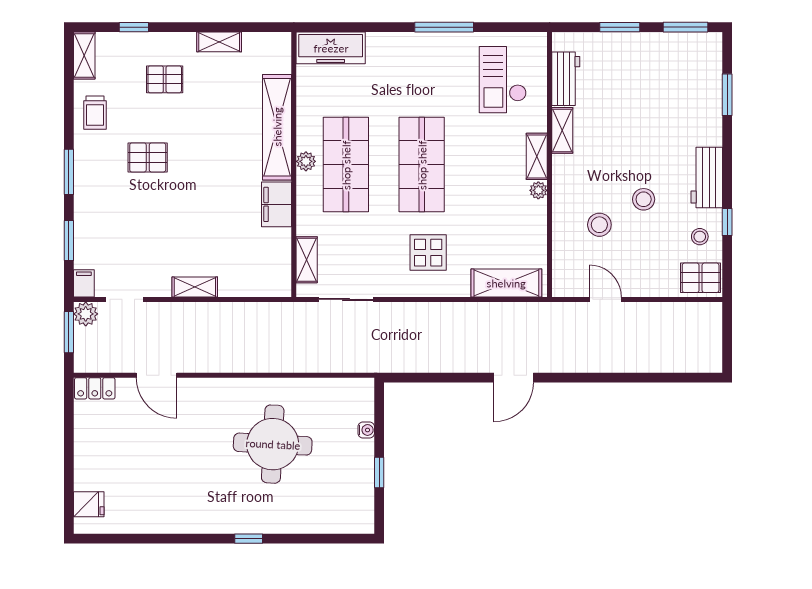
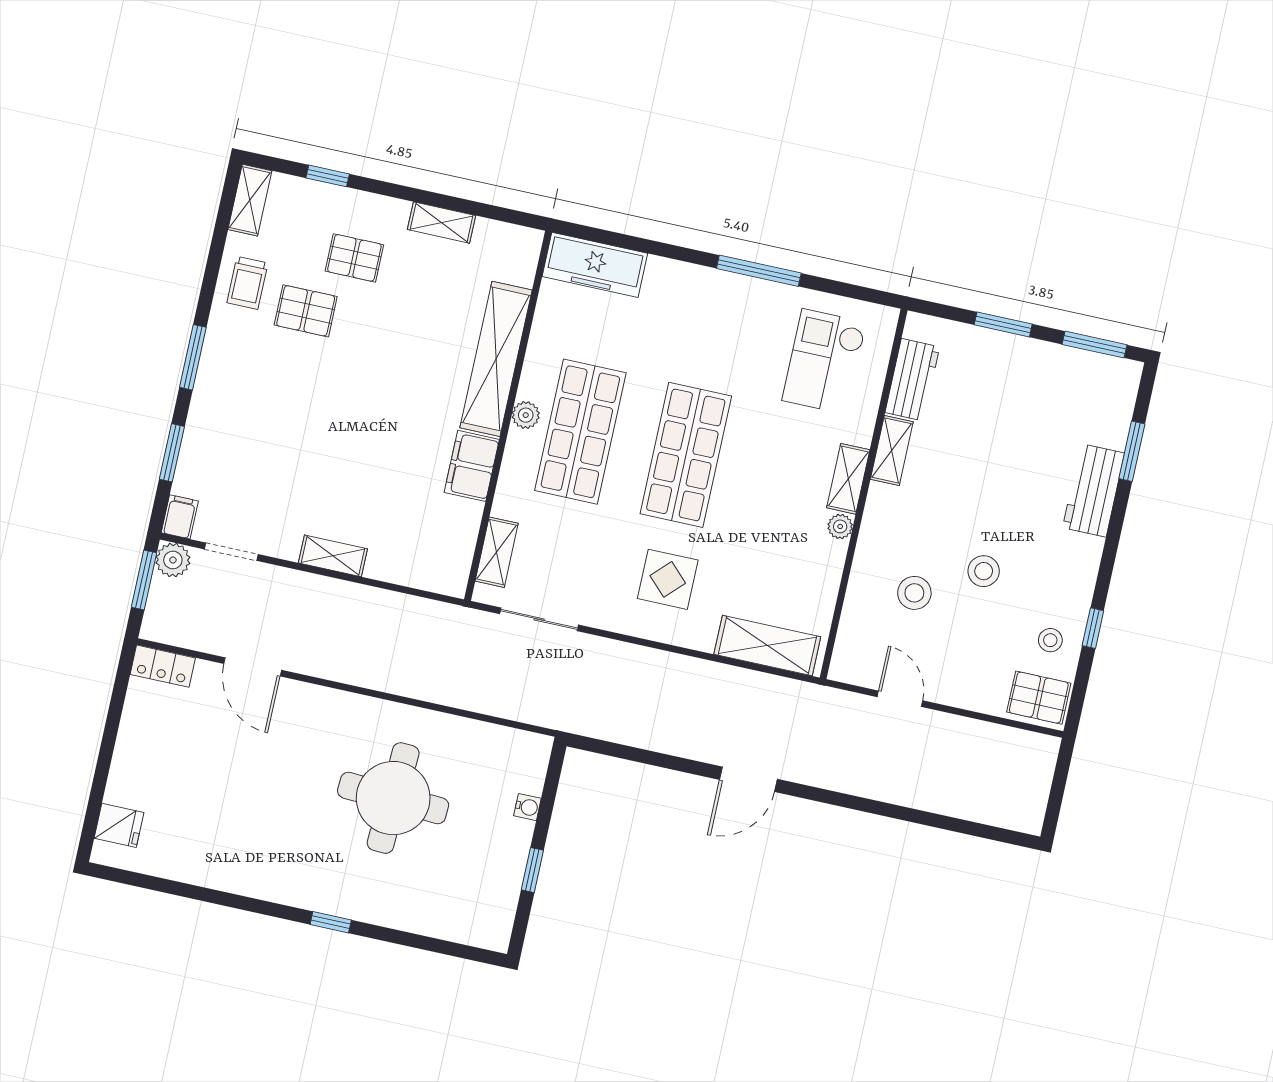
pallet: (148, 157) -> (306, 311), moved
workbench: (707, 178) -> (1093, 490), moved

